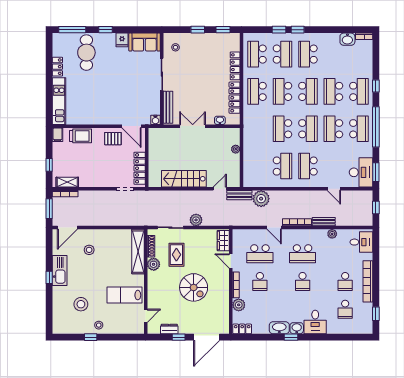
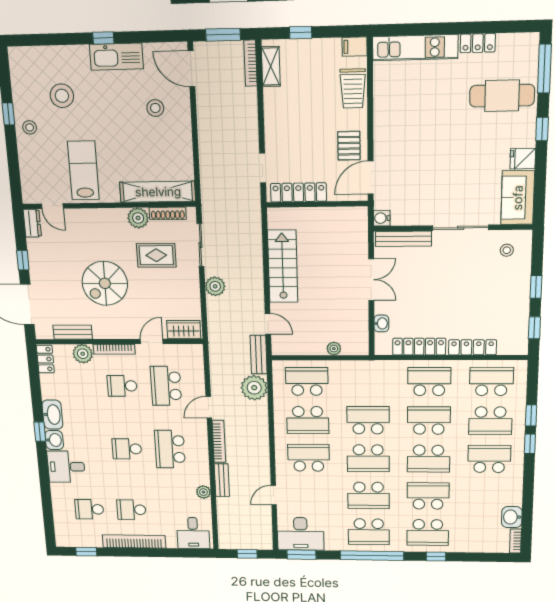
school desk: (333, 129) -> (368, 495), turned 180
school desk: (257, 166) -> (307, 381), added
bench: (225, 310) -> (73, 332), added
dresser: (169, 329) -> (32, 223), moved

